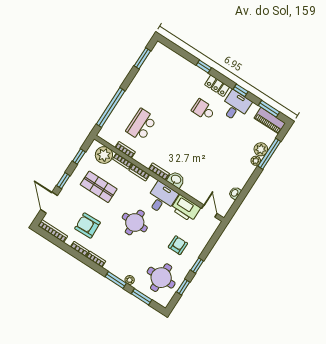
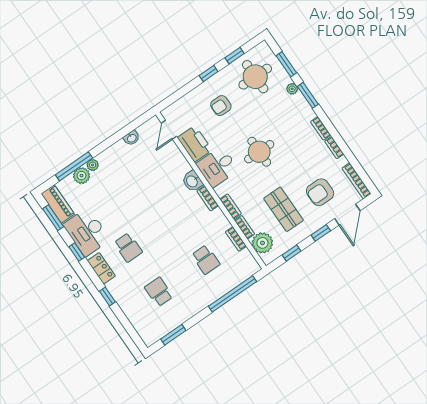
school desk: (167, 86) -> (159, 292), added
desk: (236, 106) -> (87, 232), width x1.37
school desk: (141, 125) -> (206, 260), width x0.54
armchair: (87, 226) -> (320, 192), moved, turned 92

